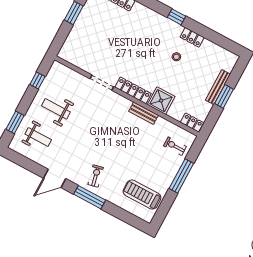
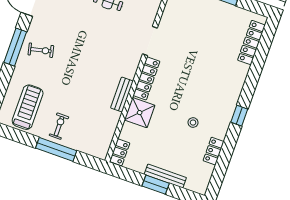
locker: (192, 37) -> (214, 151), moved
exercise bike: (175, 146) -> (59, 126), moved

